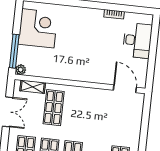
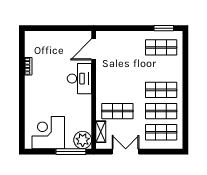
desk: (137, 40) -> (79, 79), moved, turned 90
plant: (21, 70) -> (83, 140), width x1.88, depth x1.88

